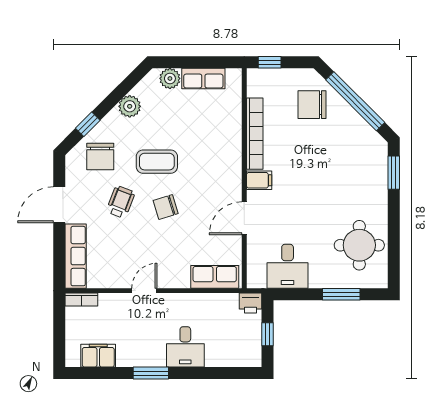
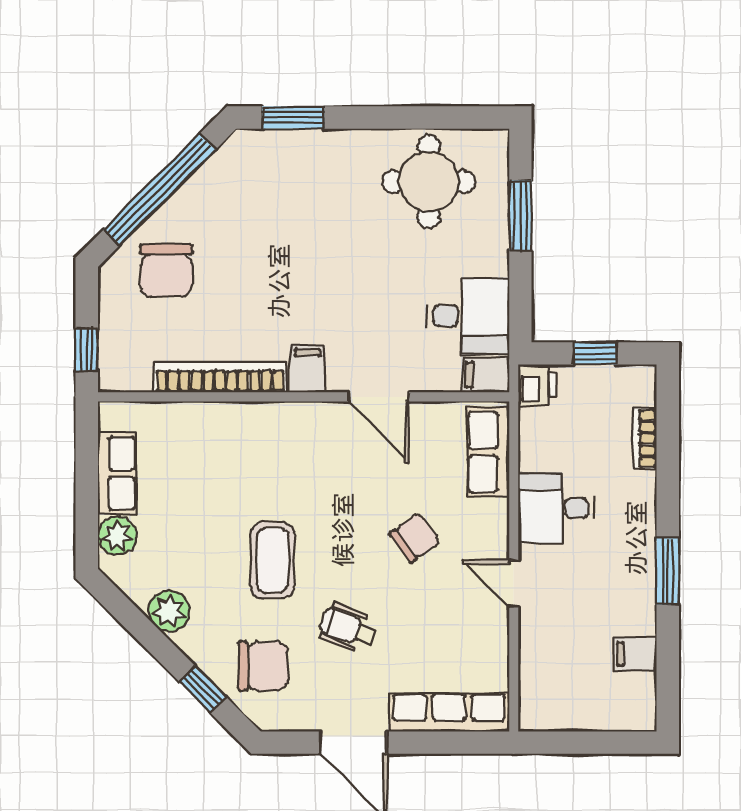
chair: (166, 207) -> (415, 538), moved, turned -109
filing cabinet: (256, 276) -> (486, 375), added
bookcase: (81, 299) -> (645, 439), moved, turned 180
desk: (185, 347) -> (556, 508), moved, turned 180
filing cabinet: (98, 356) -> (635, 654), width x0.50

